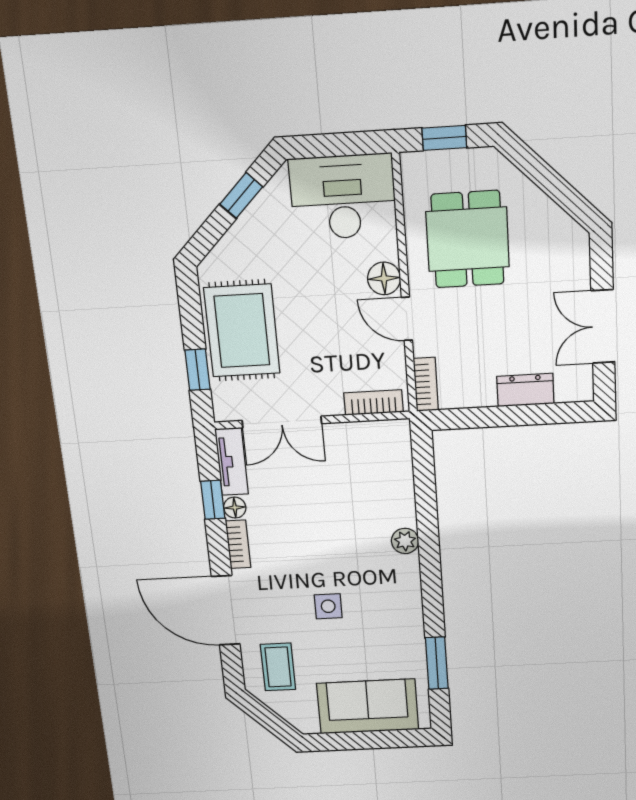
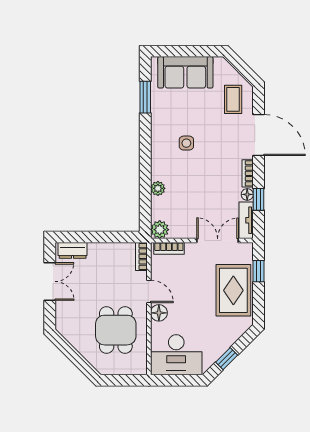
window: (444, 138) -> (124, 380), removed
dresser: (525, 390) -> (73, 250), moved
plant: (394, 436) -> (160, 230), added
plant: (405, 541) -> (158, 188), moved
side table: (328, 606) -> (186, 143), moved

